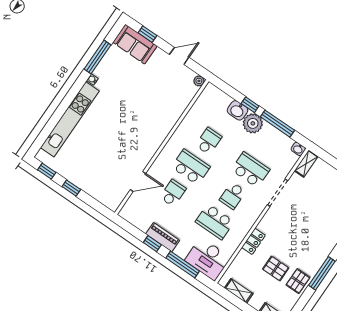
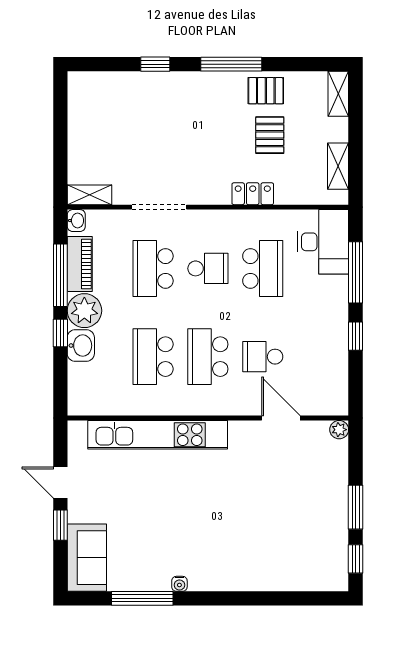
window: (147, 34) -> (60, 525), moved
plant: (199, 81) -> (339, 430), moved
kitchen unit: (70, 119) -> (158, 435), moved, turned 180
school desk: (209, 141) -> (153, 357), width x1.85
window: (71, 188) -> (356, 507), width x1.50
piano: (163, 237) -> (80, 264), moved, turned 180

